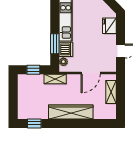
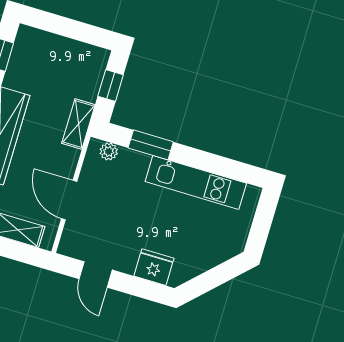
dishwasher: (66, 49) -> (132, 164), removed

